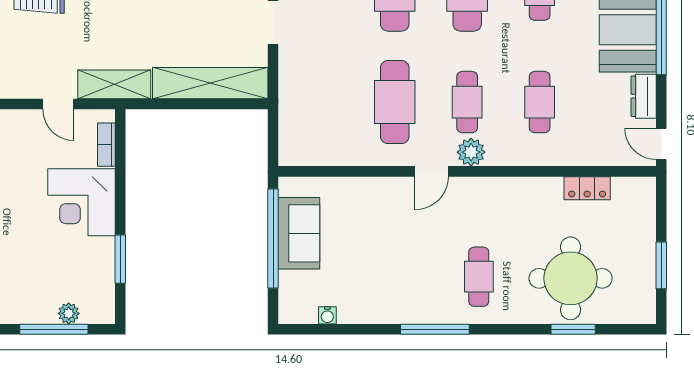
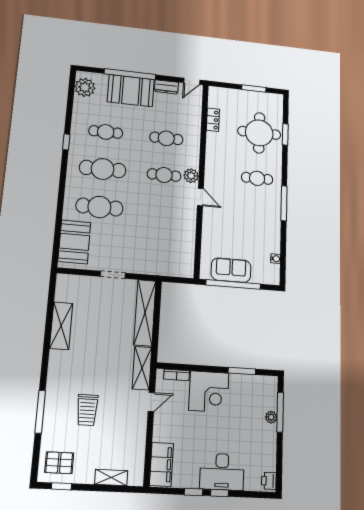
cafe table: (395, 102) -> (162, 213), removed
plant: (69, 313) -> (271, 417), moved

